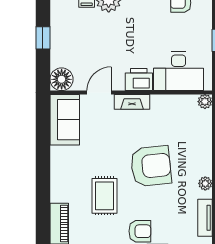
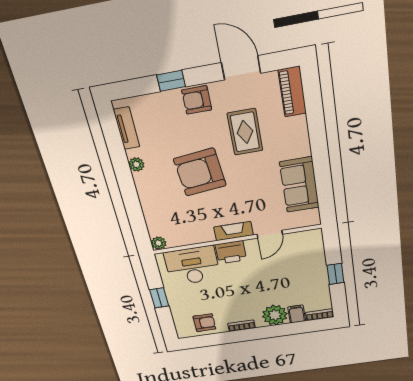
floor lamp: (62, 79) -> (311, 240), removed
sofa: (65, 120) -> (299, 185), moved

